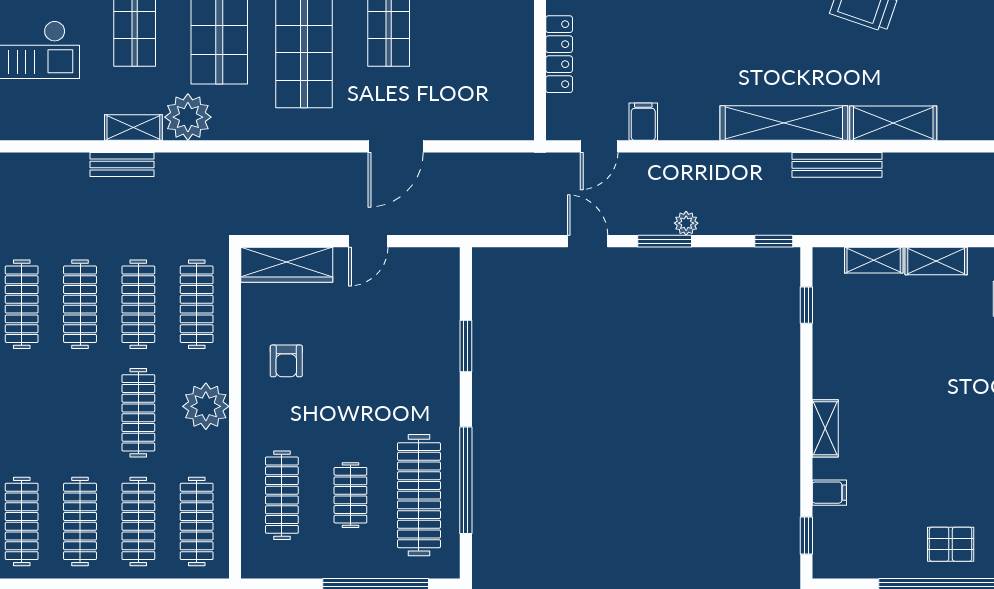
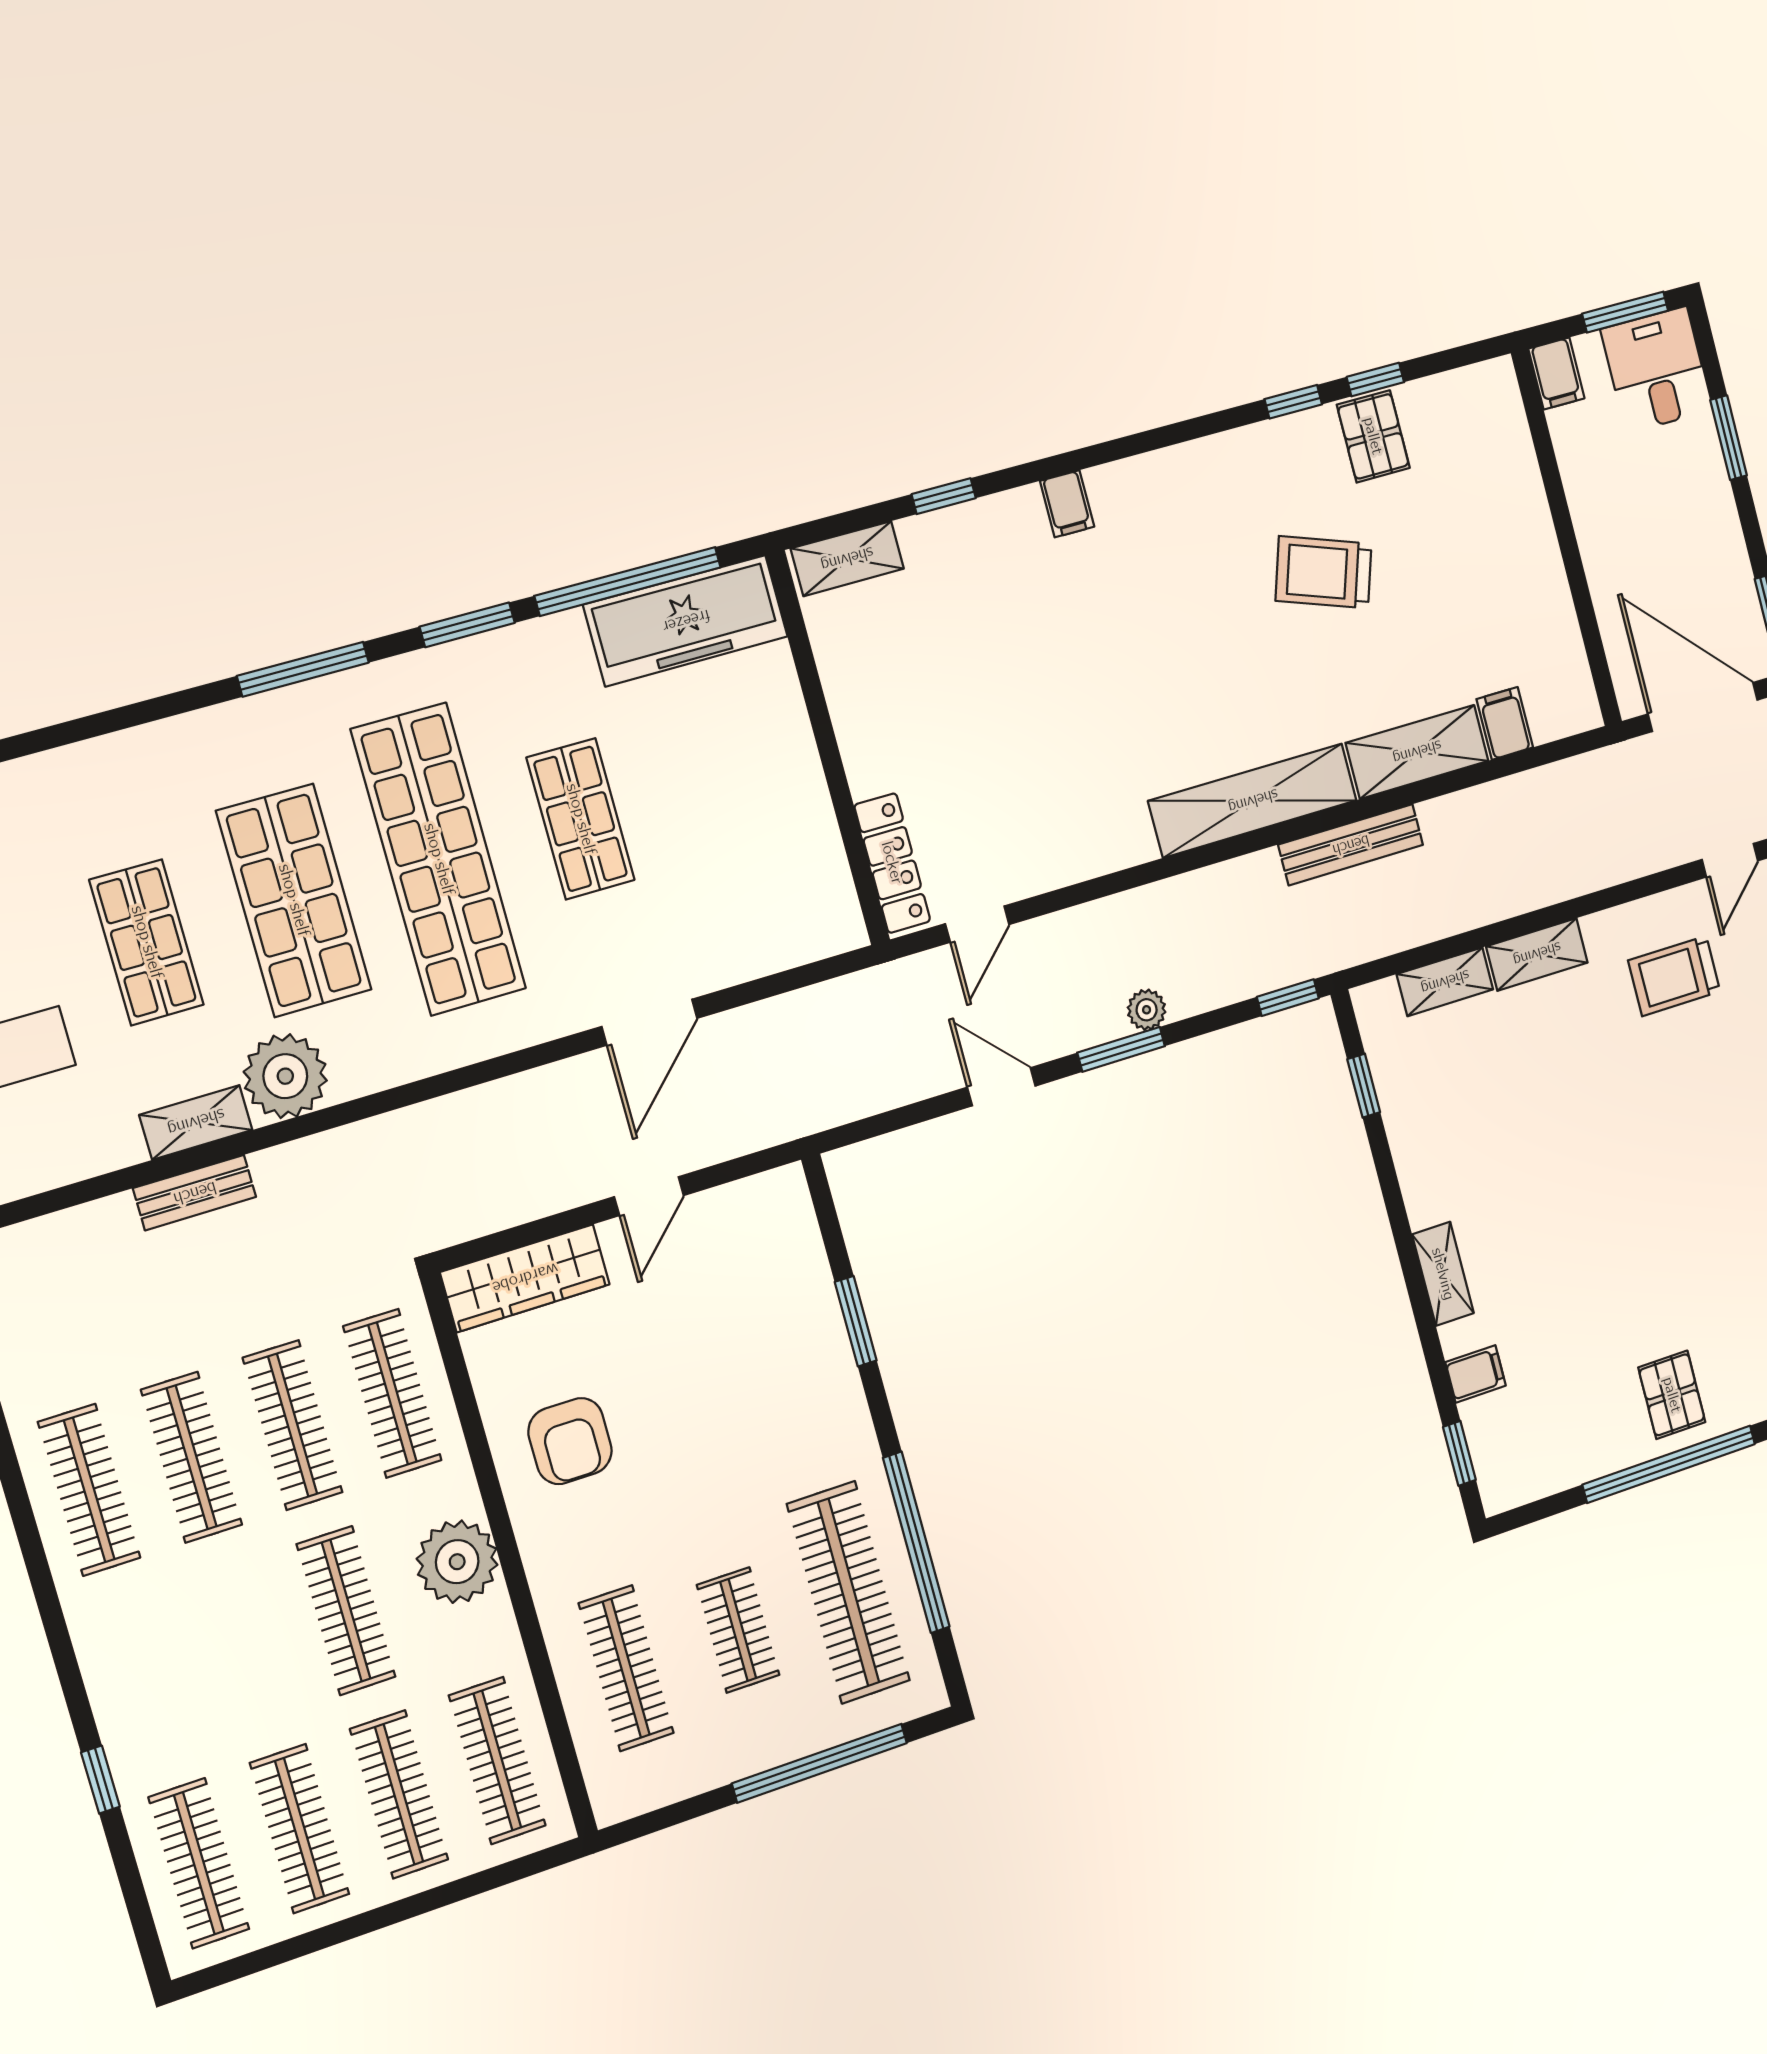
locker: (559, 54) -> (892, 863), moved
filing cabinet: (643, 122) -> (1505, 723), moved
armchair: (286, 361) -> (570, 1441), width x1.38, depth x1.38
pallet: (951, 544) -> (1672, 1395), turned 90

